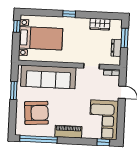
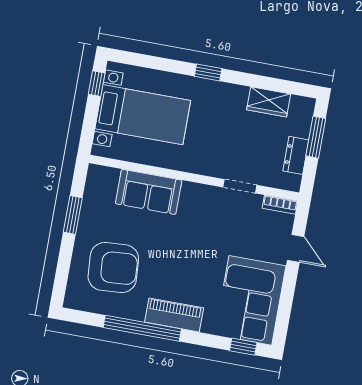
sofa: (48, 77) -> (149, 192), width x0.54, depth x0.79
window: (39, 139) -> (142, 328), moved

